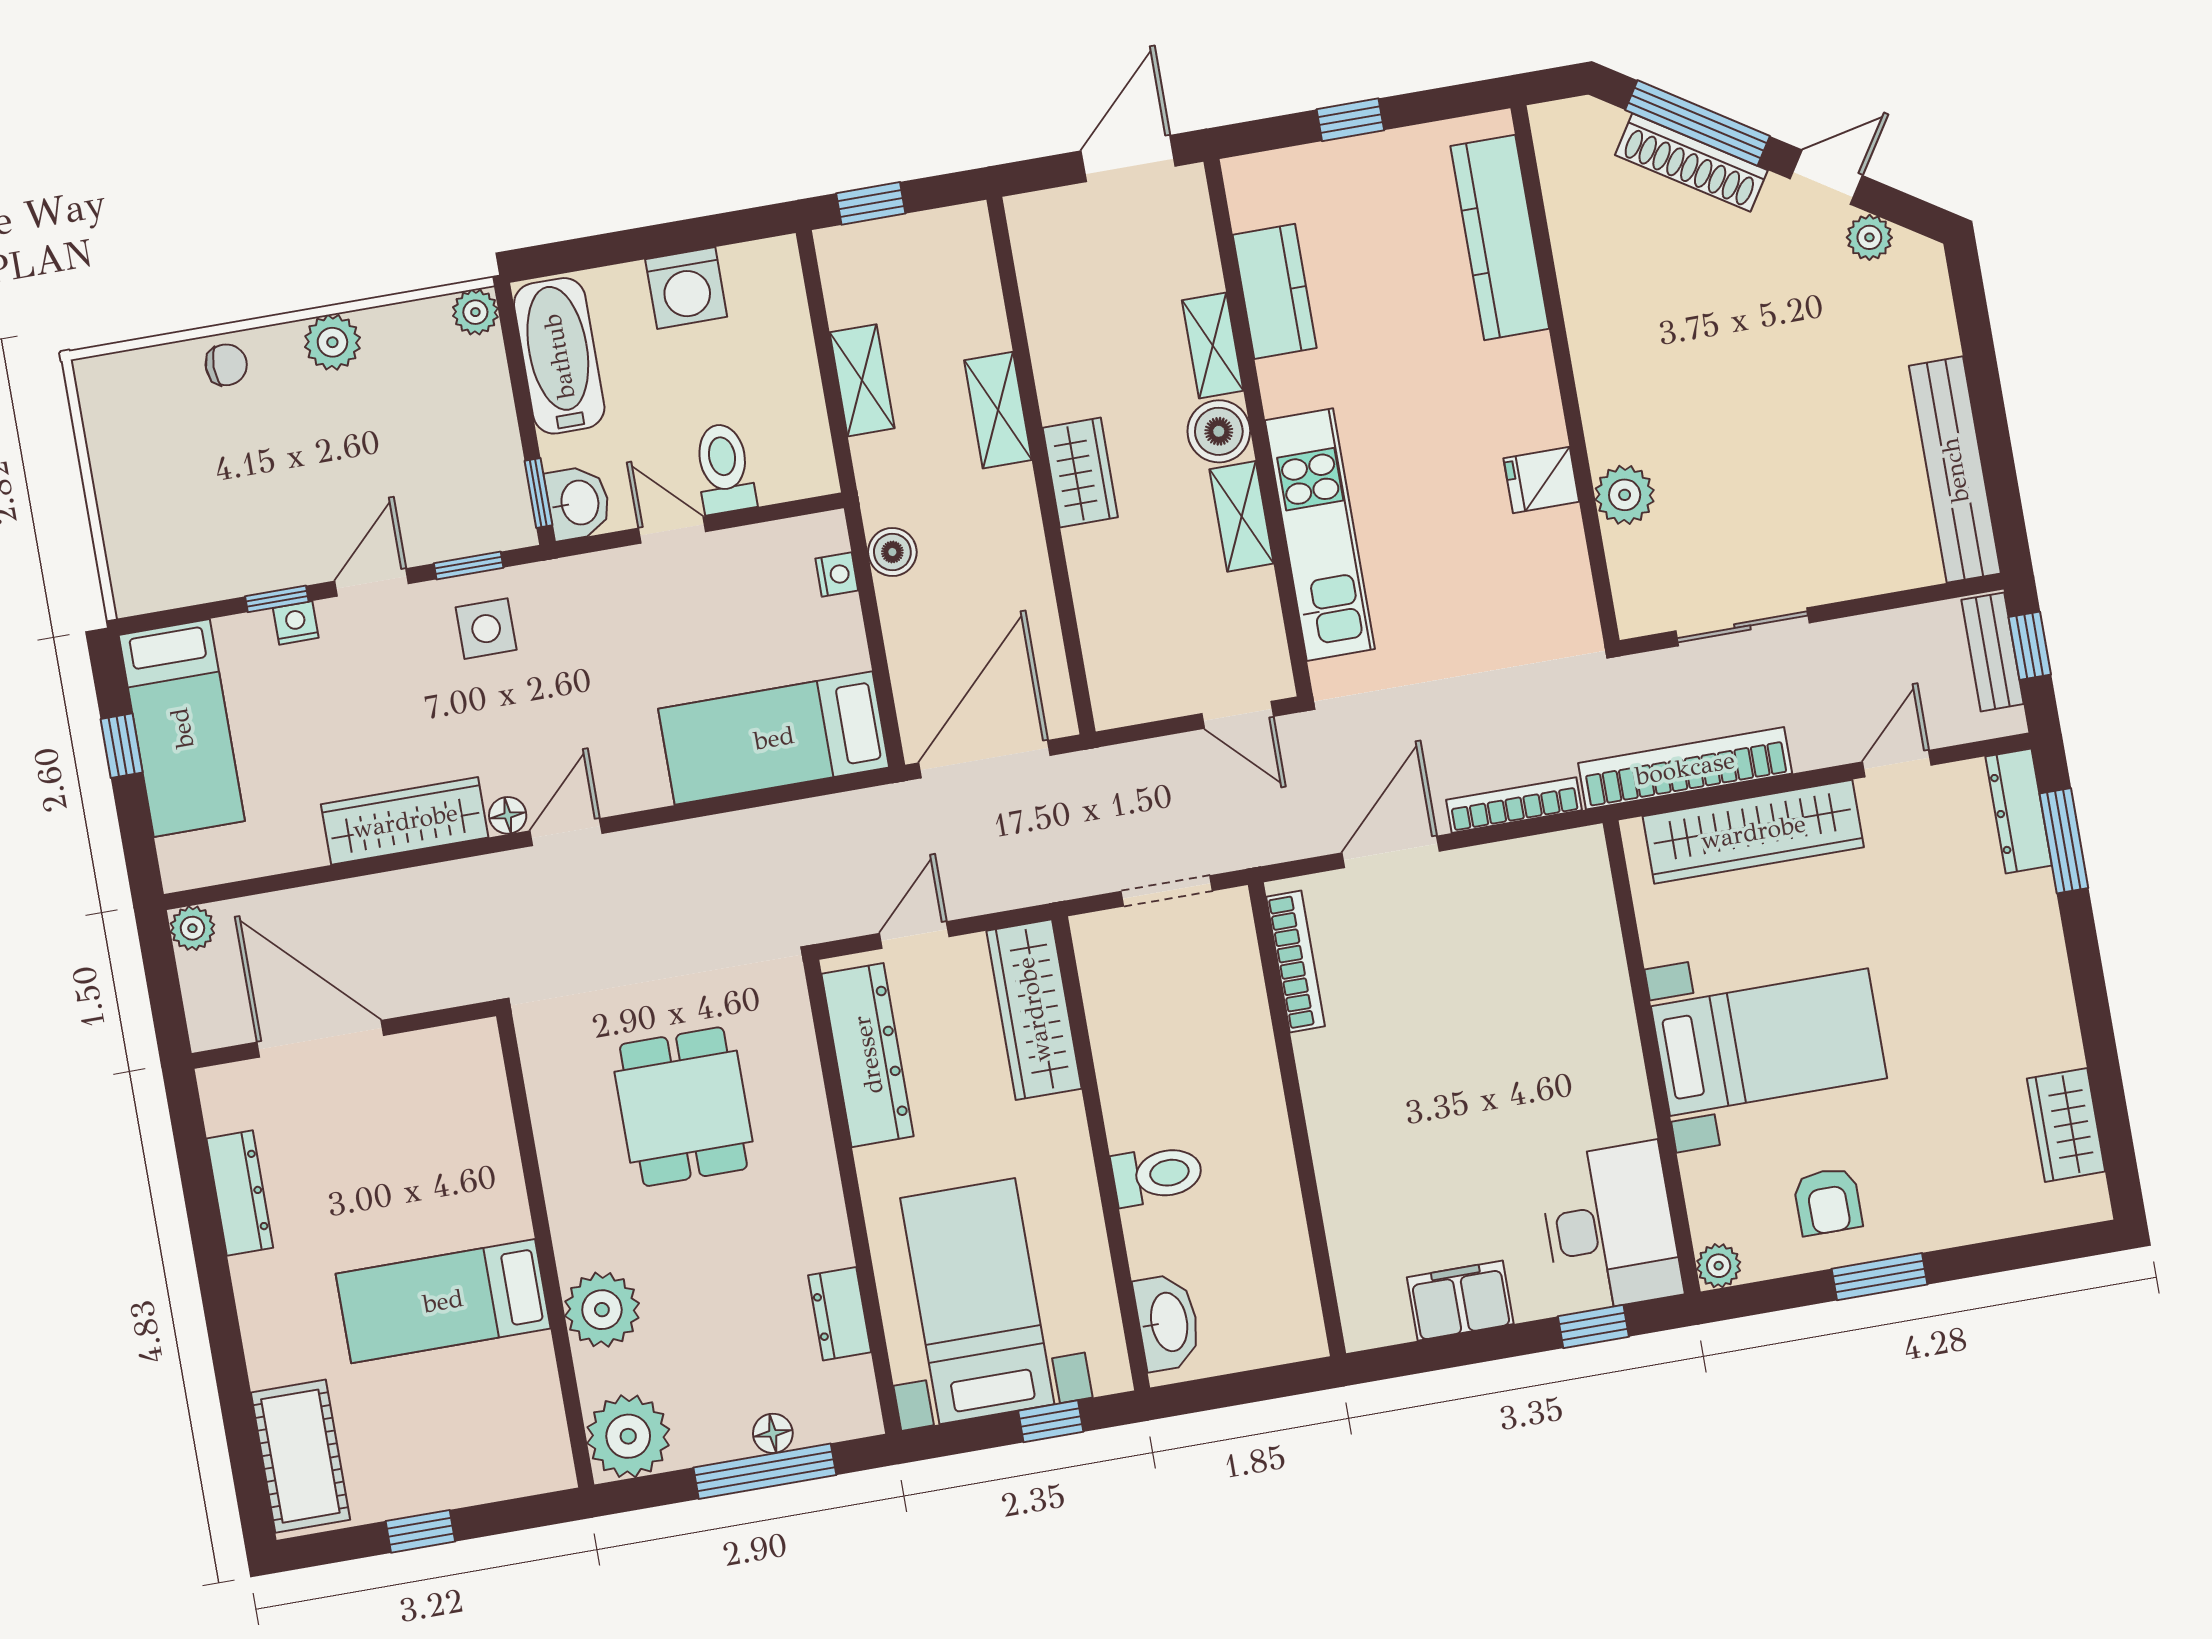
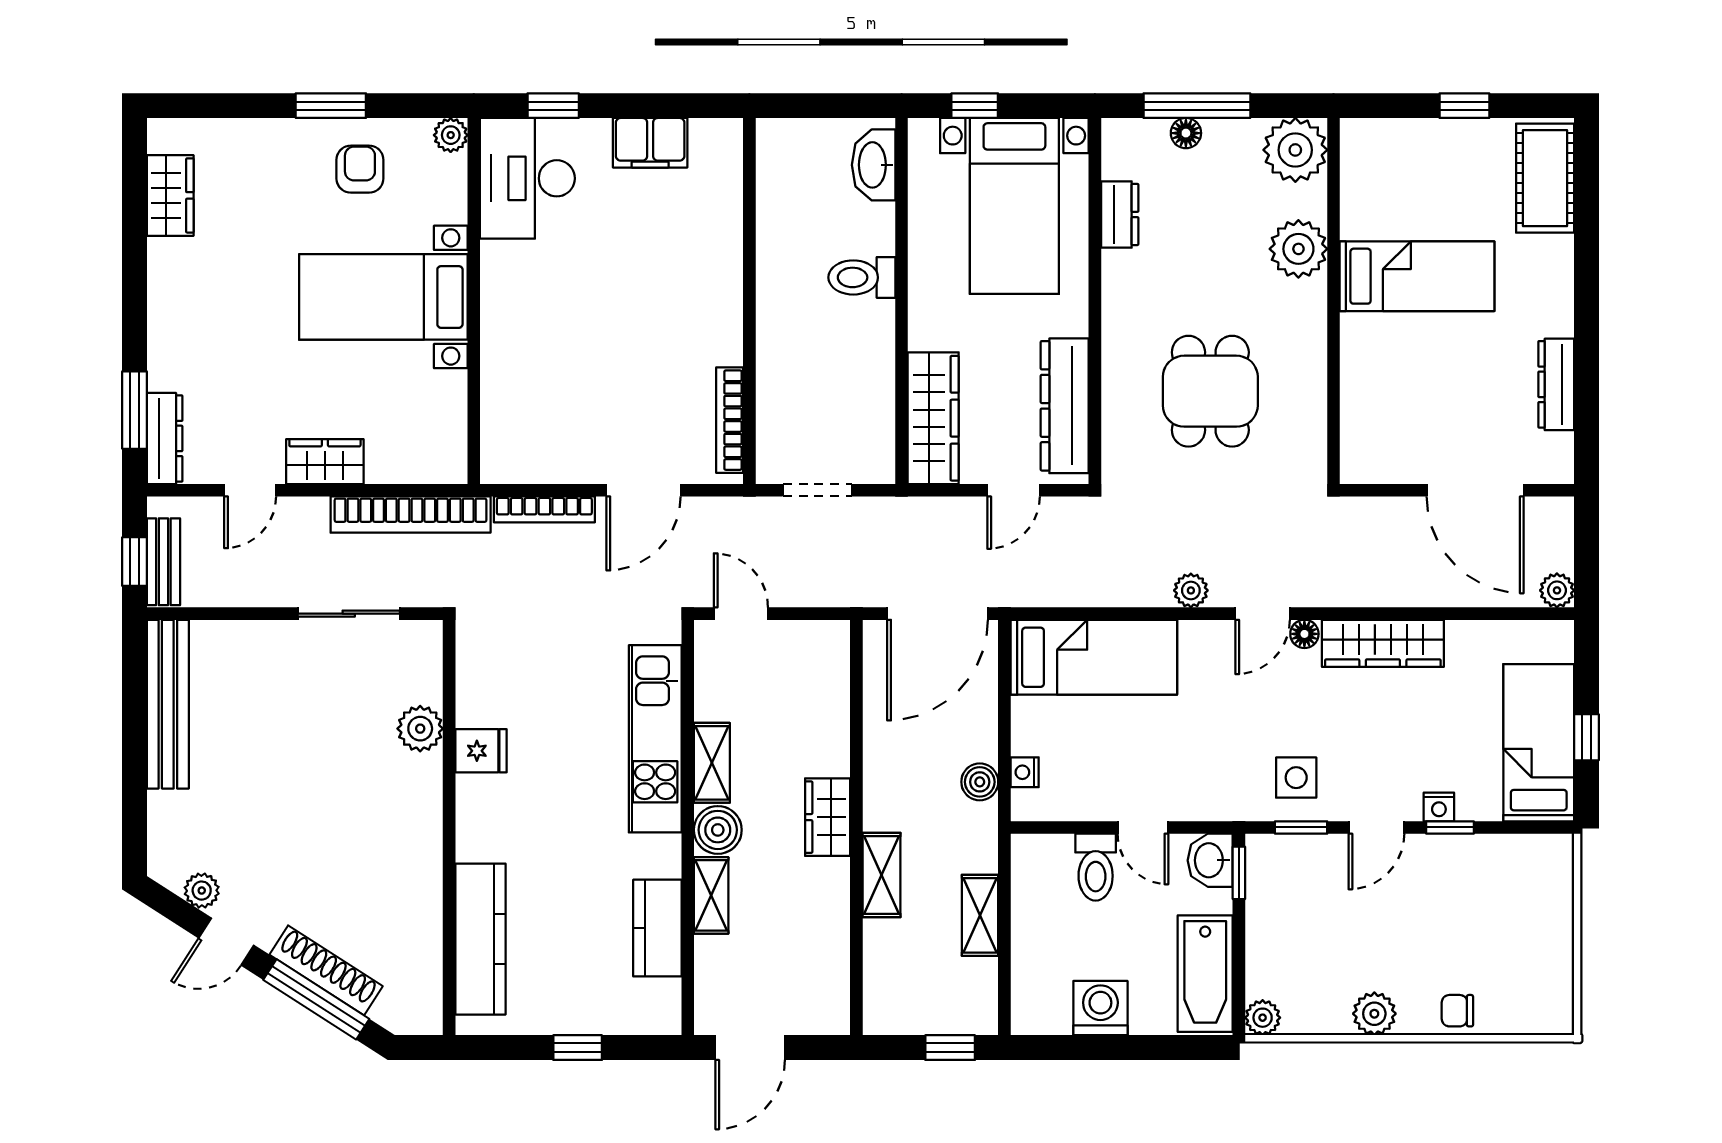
wardrobe: (1753, 832) -> (325, 462), width x0.48, depth x0.85
plant: (664, 846) -> (1191, 590), added

